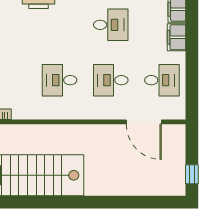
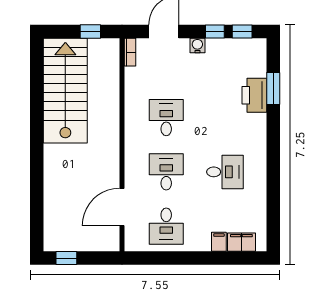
desk: (111, 25) -> (225, 172), turned -90
filing cabinet: (177, 37) -> (219, 242), width x0.50

